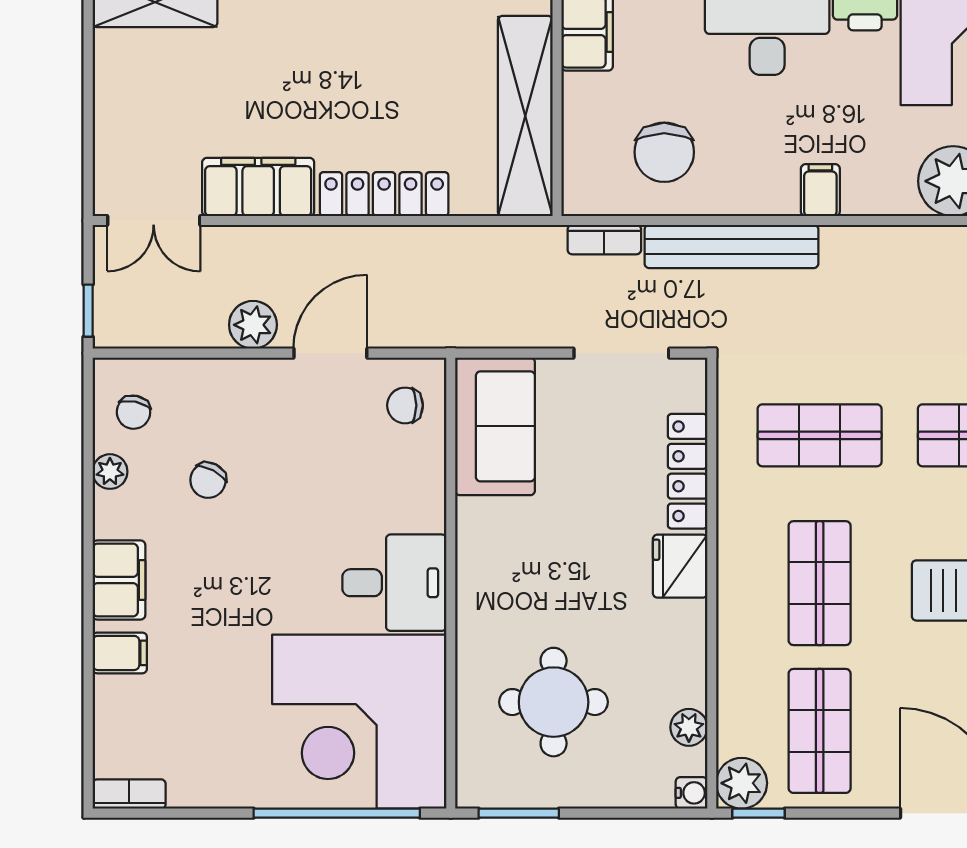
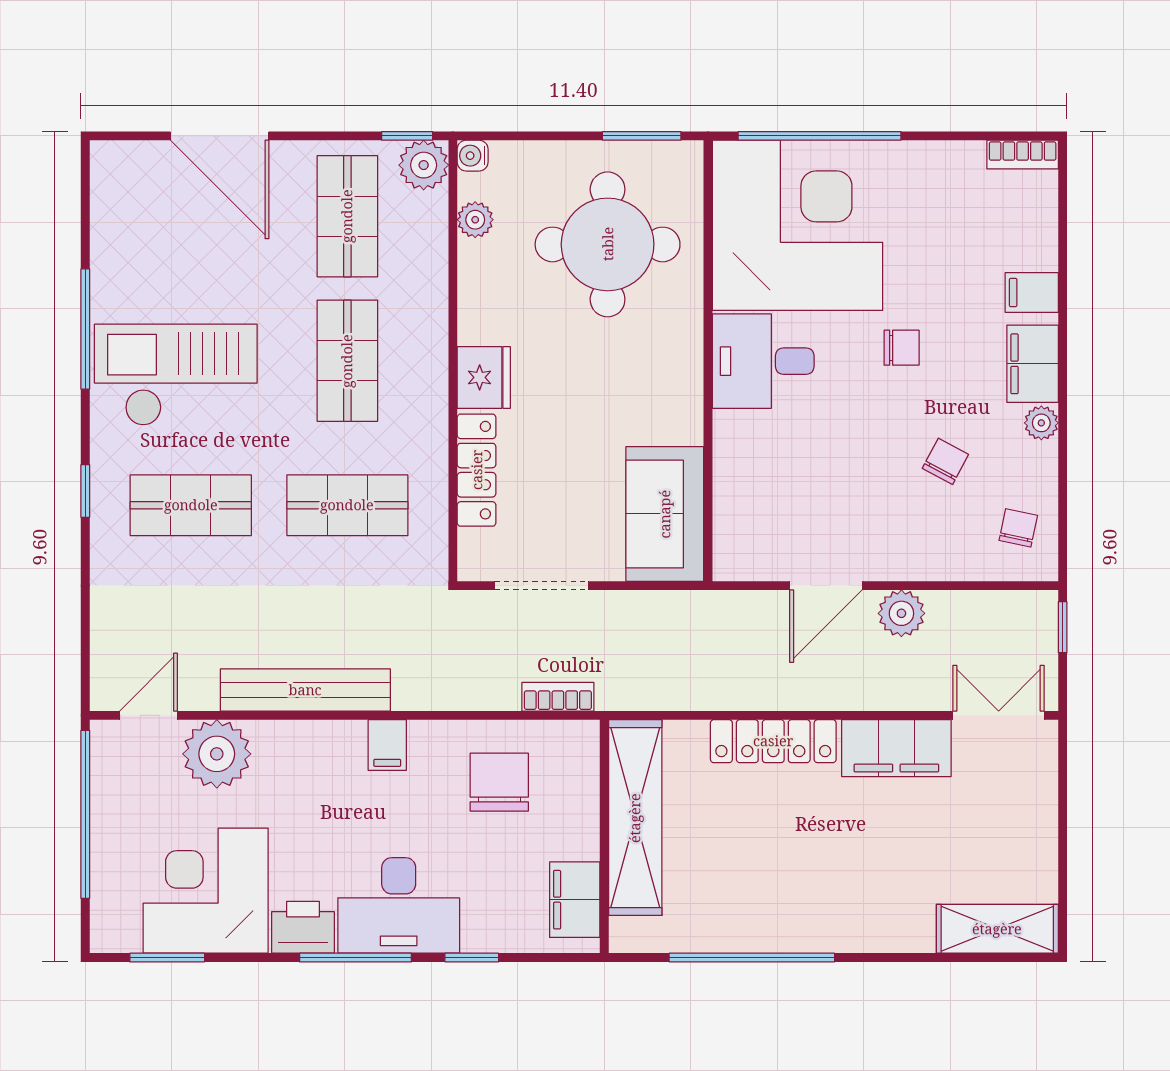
filing cabinet: (820, 190) -> (387, 745), moved
bench: (731, 246) -> (305, 690), moved
chair: (405, 405) -> (902, 348), moved
plant: (110, 472) -> (1041, 423), moved
round table: (554, 702) -> (608, 244), width x1.36, depth x1.36

